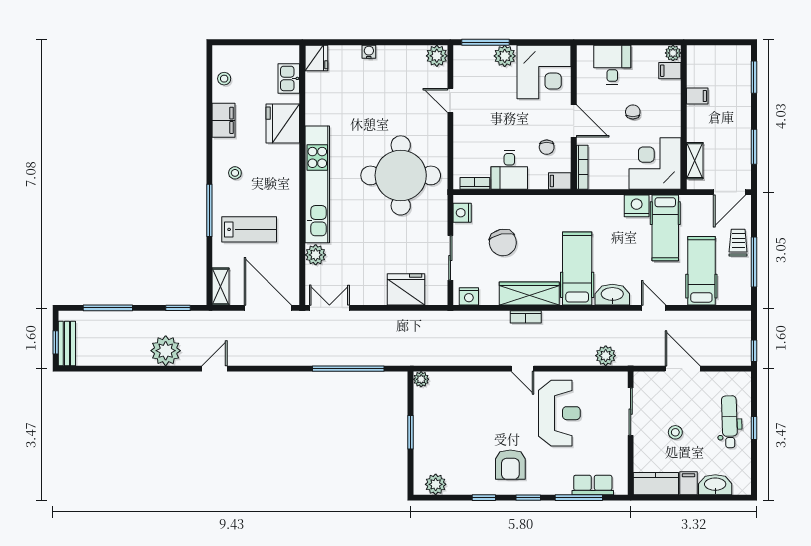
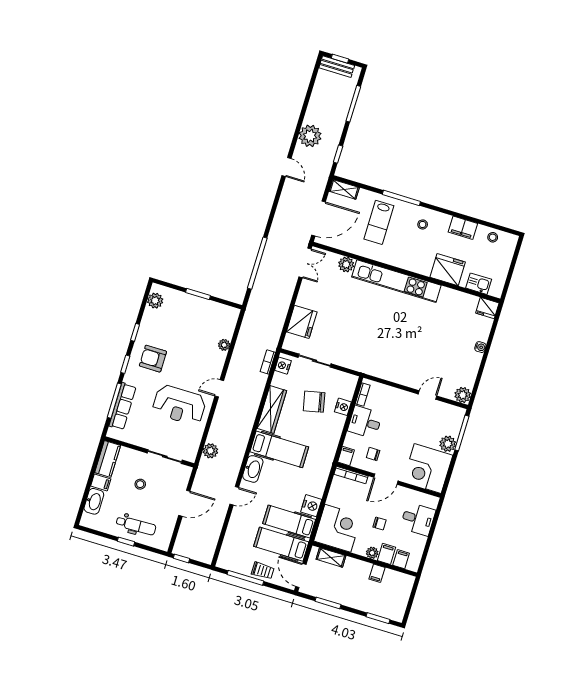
plant: (673, 53) -> (372, 553), moved
filing cabinet: (669, 91) -> (386, 554), added
round table: (401, 175) -> (385, 343), removed
nightstand: (462, 213) -> (343, 407), moved, turned 90
hospital bed: (701, 271) -> (281, 544), moved, turned 180
bookcase: (526, 317) -> (268, 362), moved
plant: (421, 379) -> (224, 345), moved
row of seats: (593, 485) -> (123, 406), width x1.48

